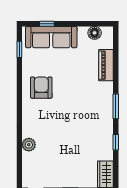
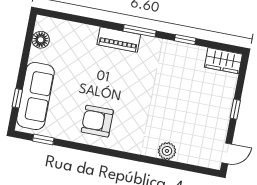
piano: (106, 65) -> (119, 40), moved

